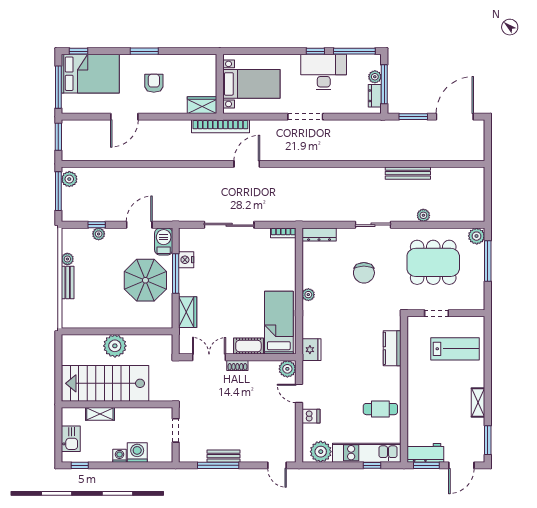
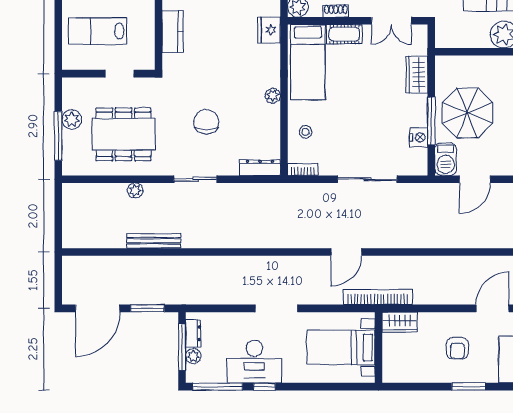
plant: (477, 236) -> (72, 120), moved
stool: (281, 264) -> (305, 132), added
shoe rack: (237, 365) -> (336, 11), moved

